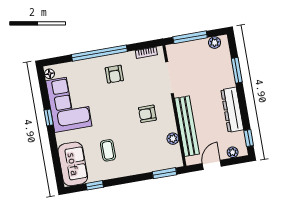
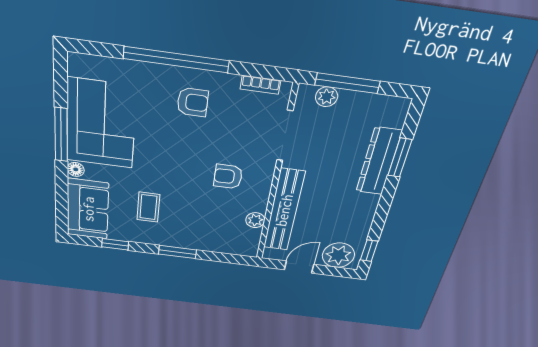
plant: (215, 43) -> (327, 97), moved
floor lamp: (50, 74) -> (76, 169), moved
armchair: (114, 74) -> (193, 102), turned -90
dresser: (232, 110) -> (379, 161), moved
window: (49, 117) -> (61, 135), width x2.17
plant: (233, 152) -> (338, 255), width x1.88, depth x1.88
window: (164, 173) -> (177, 252), moved

